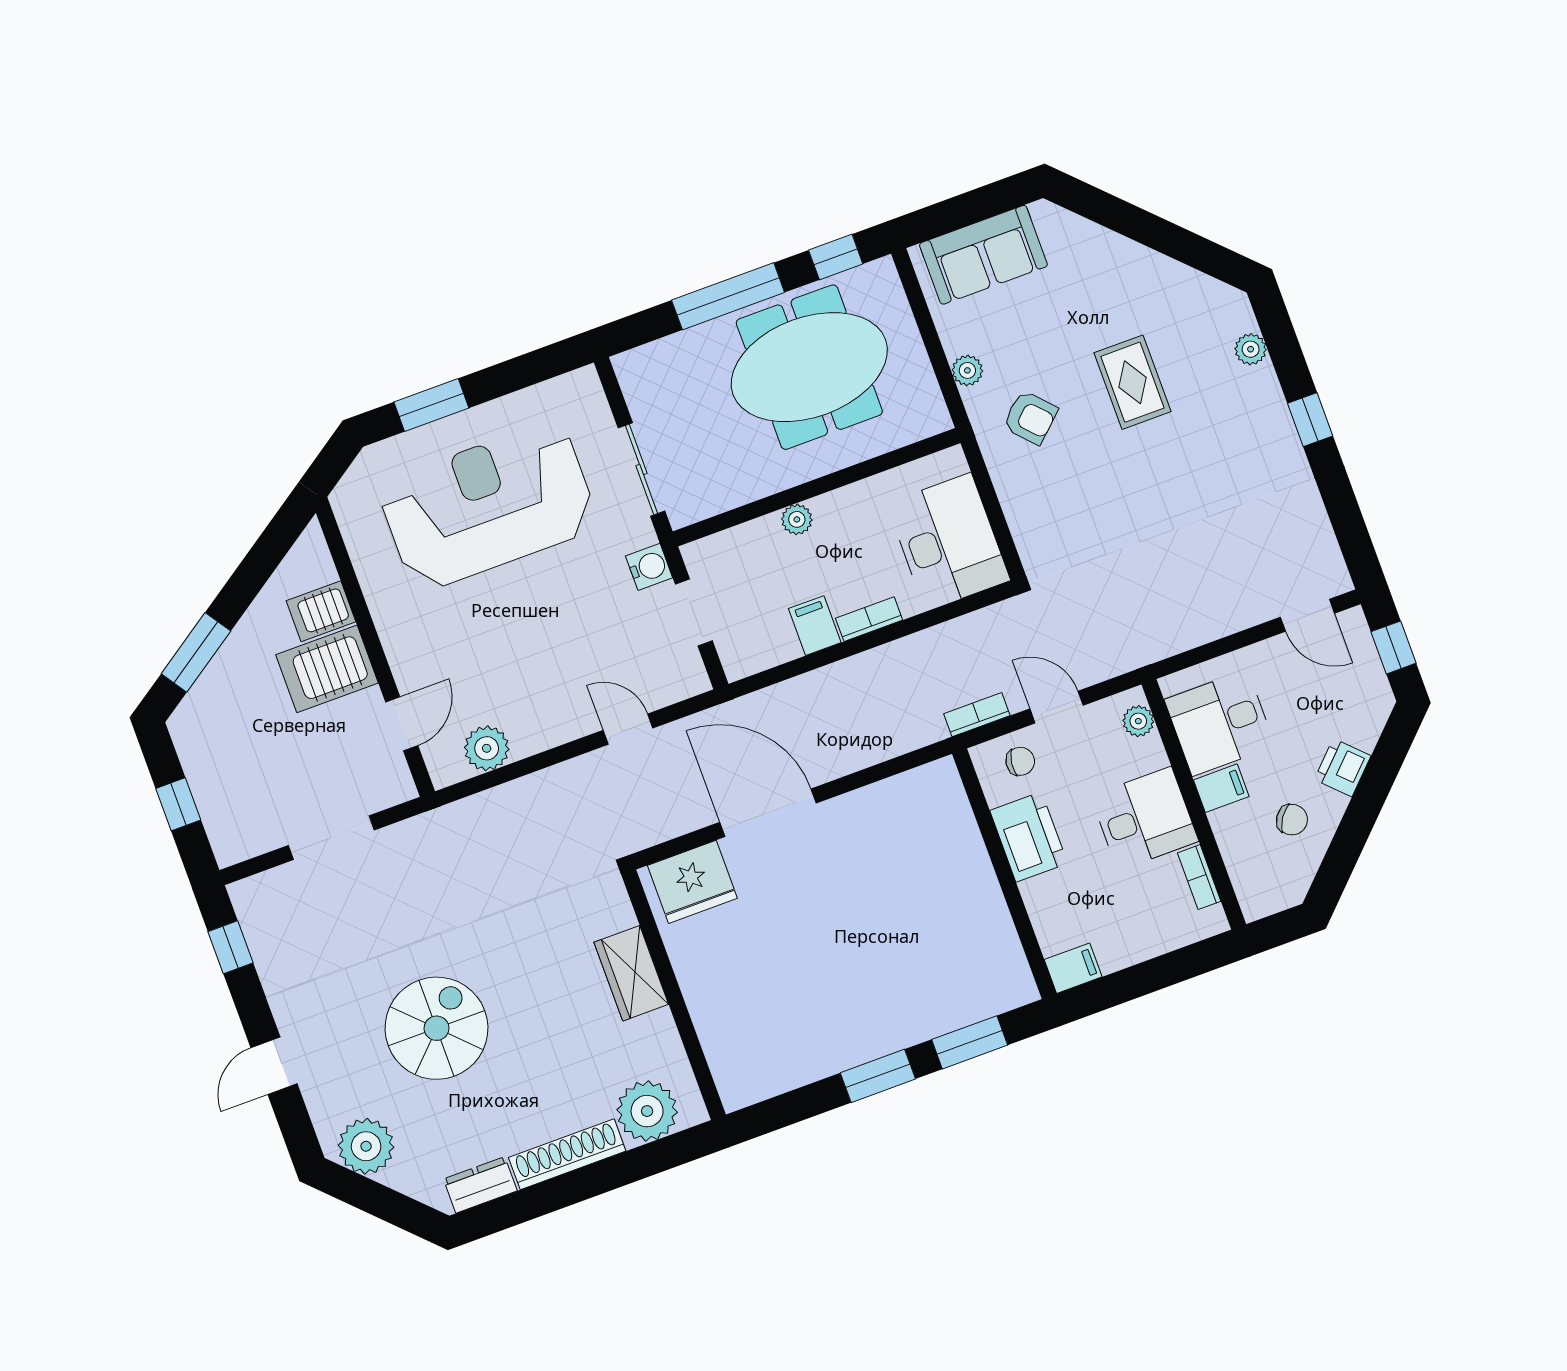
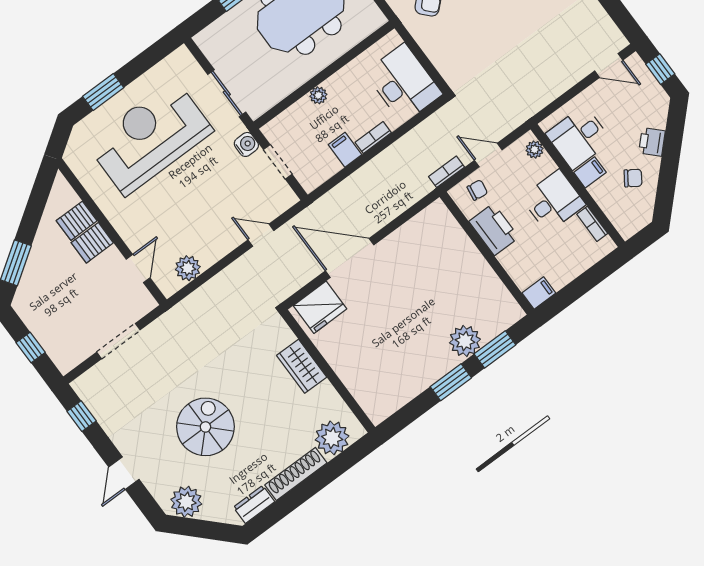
server rack: (327, 669) -> (92, 243), width x0.73, depth x0.70
plant: (923, 1013) -> (465, 341), added

